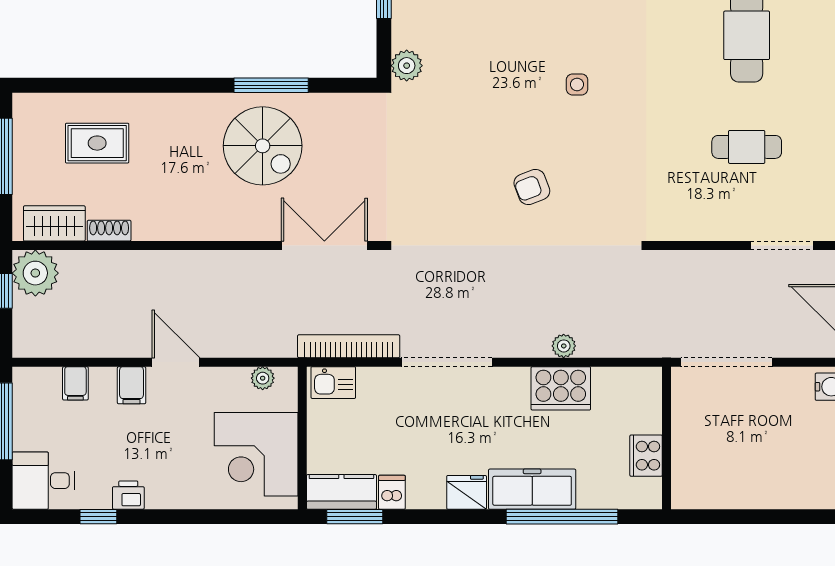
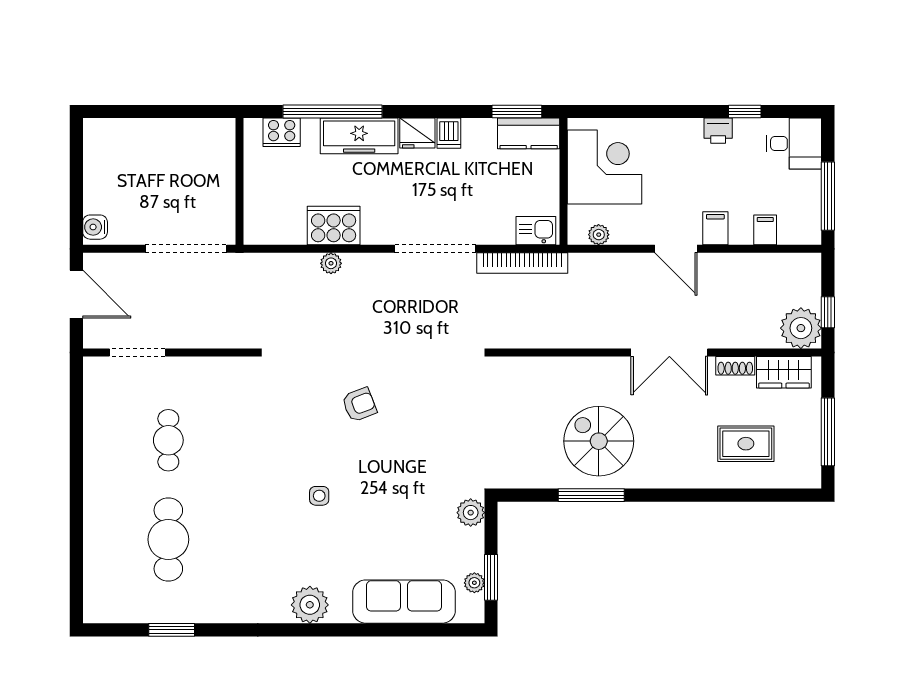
cafe table: (747, 147) -> (168, 440), turned 90
double door: (324, 246) -> (669, 353), moved
cooker: (646, 456) -> (282, 132), moved, turned 90
dishwasher: (392, 492) -> (449, 133), moved

